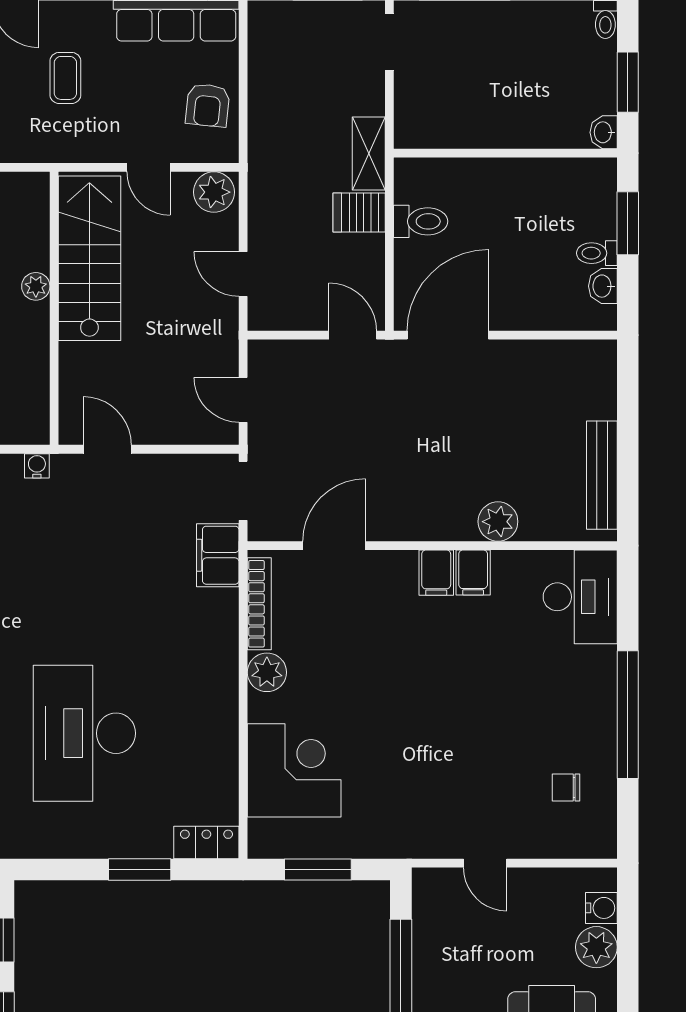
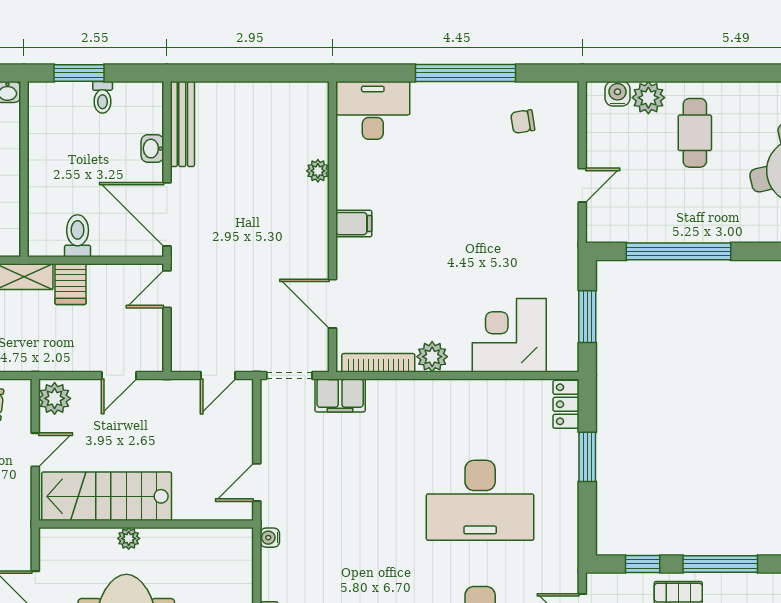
washbasin: (603, 286) -> (152, 149), moved, turned 90
bench: (602, 475) -> (182, 124), moved, turned 90
plant: (498, 522) -> (318, 171), width x0.73, depth x0.73
filing cabinet: (473, 572) -> (354, 195), removed
chair: (566, 787) -> (523, 122), turned 81

